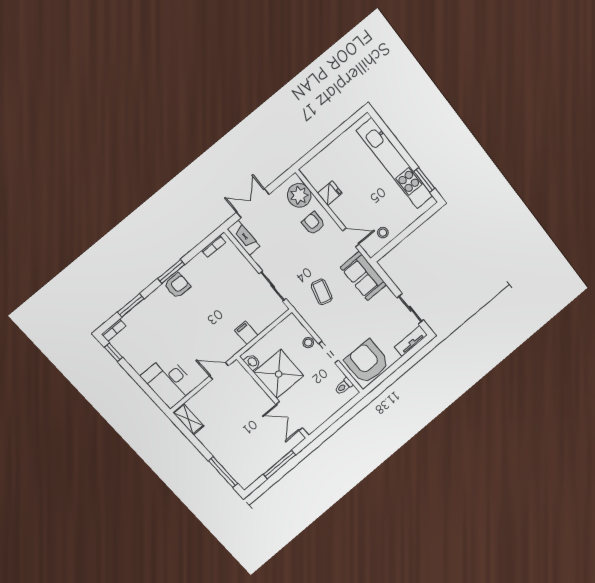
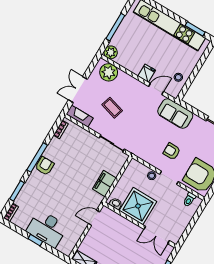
window: (328, 141) -> (115, 27), added
plant: (310, 171) -> (111, 52), added
fridge: (330, 193) -> (147, 73), moved
armchair: (313, 223) -> (172, 151), moved
window: (171, 272) -> (37, 157), width x1.44
coffee table: (322, 292) -> (112, 108), moved
filing cabinet: (246, 333) -> (104, 184), width x2.00
window: (113, 352) -> (35, 240), moved
desk: (169, 381) -> (47, 229), moved

